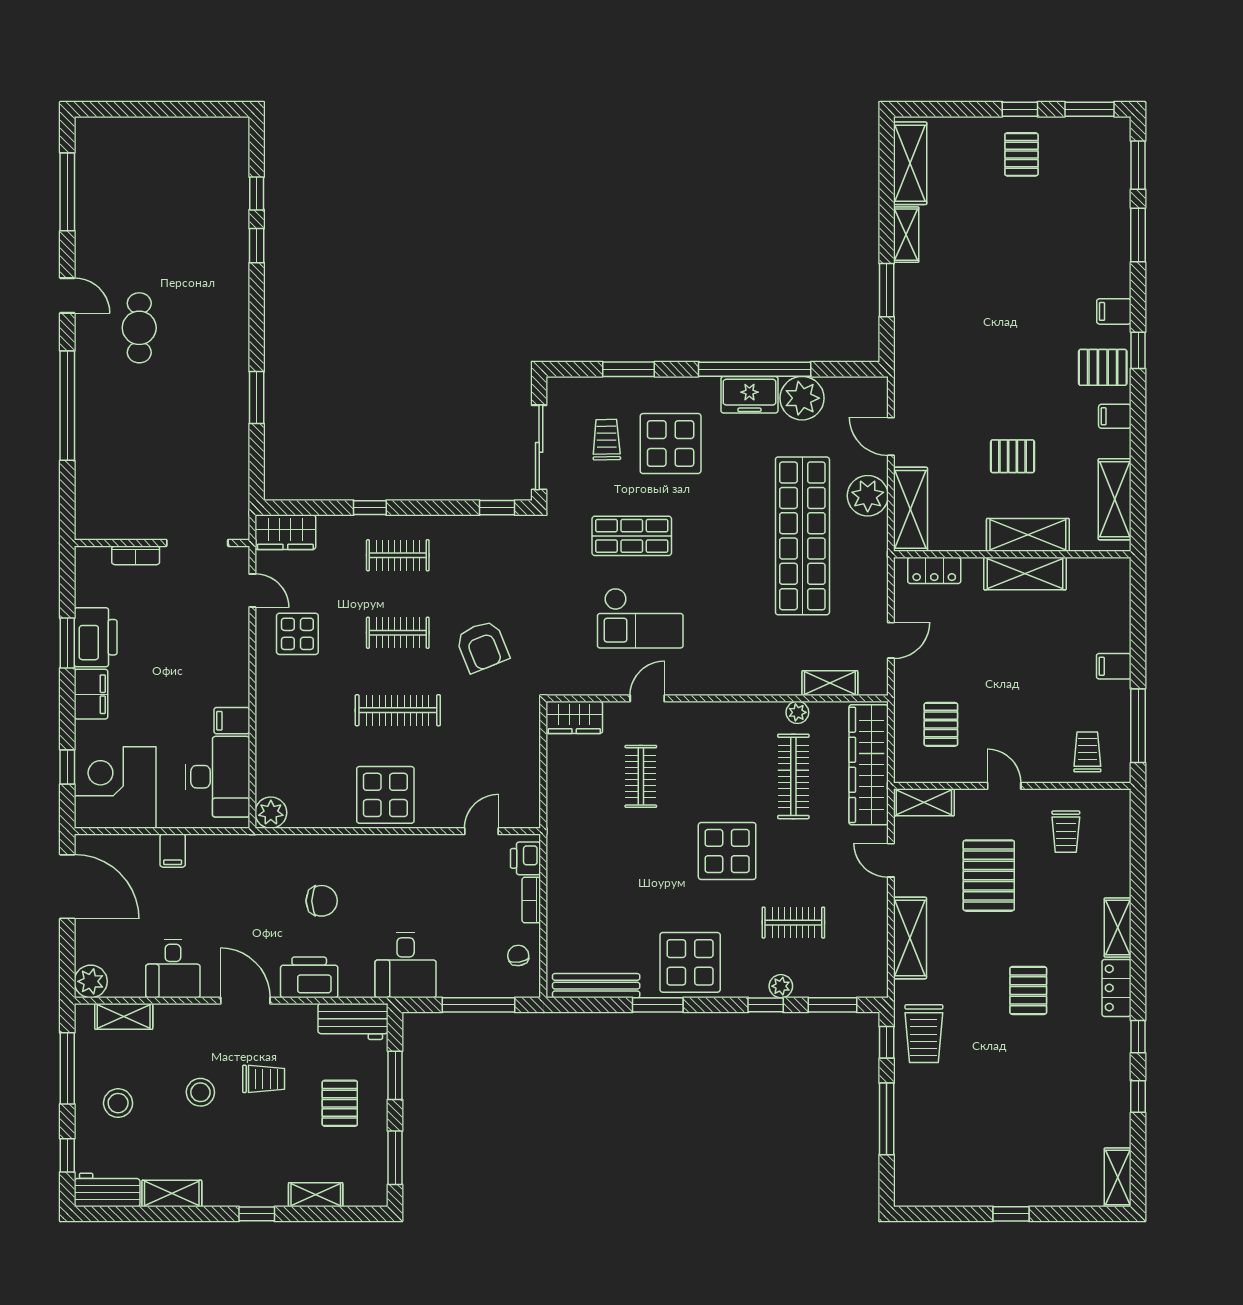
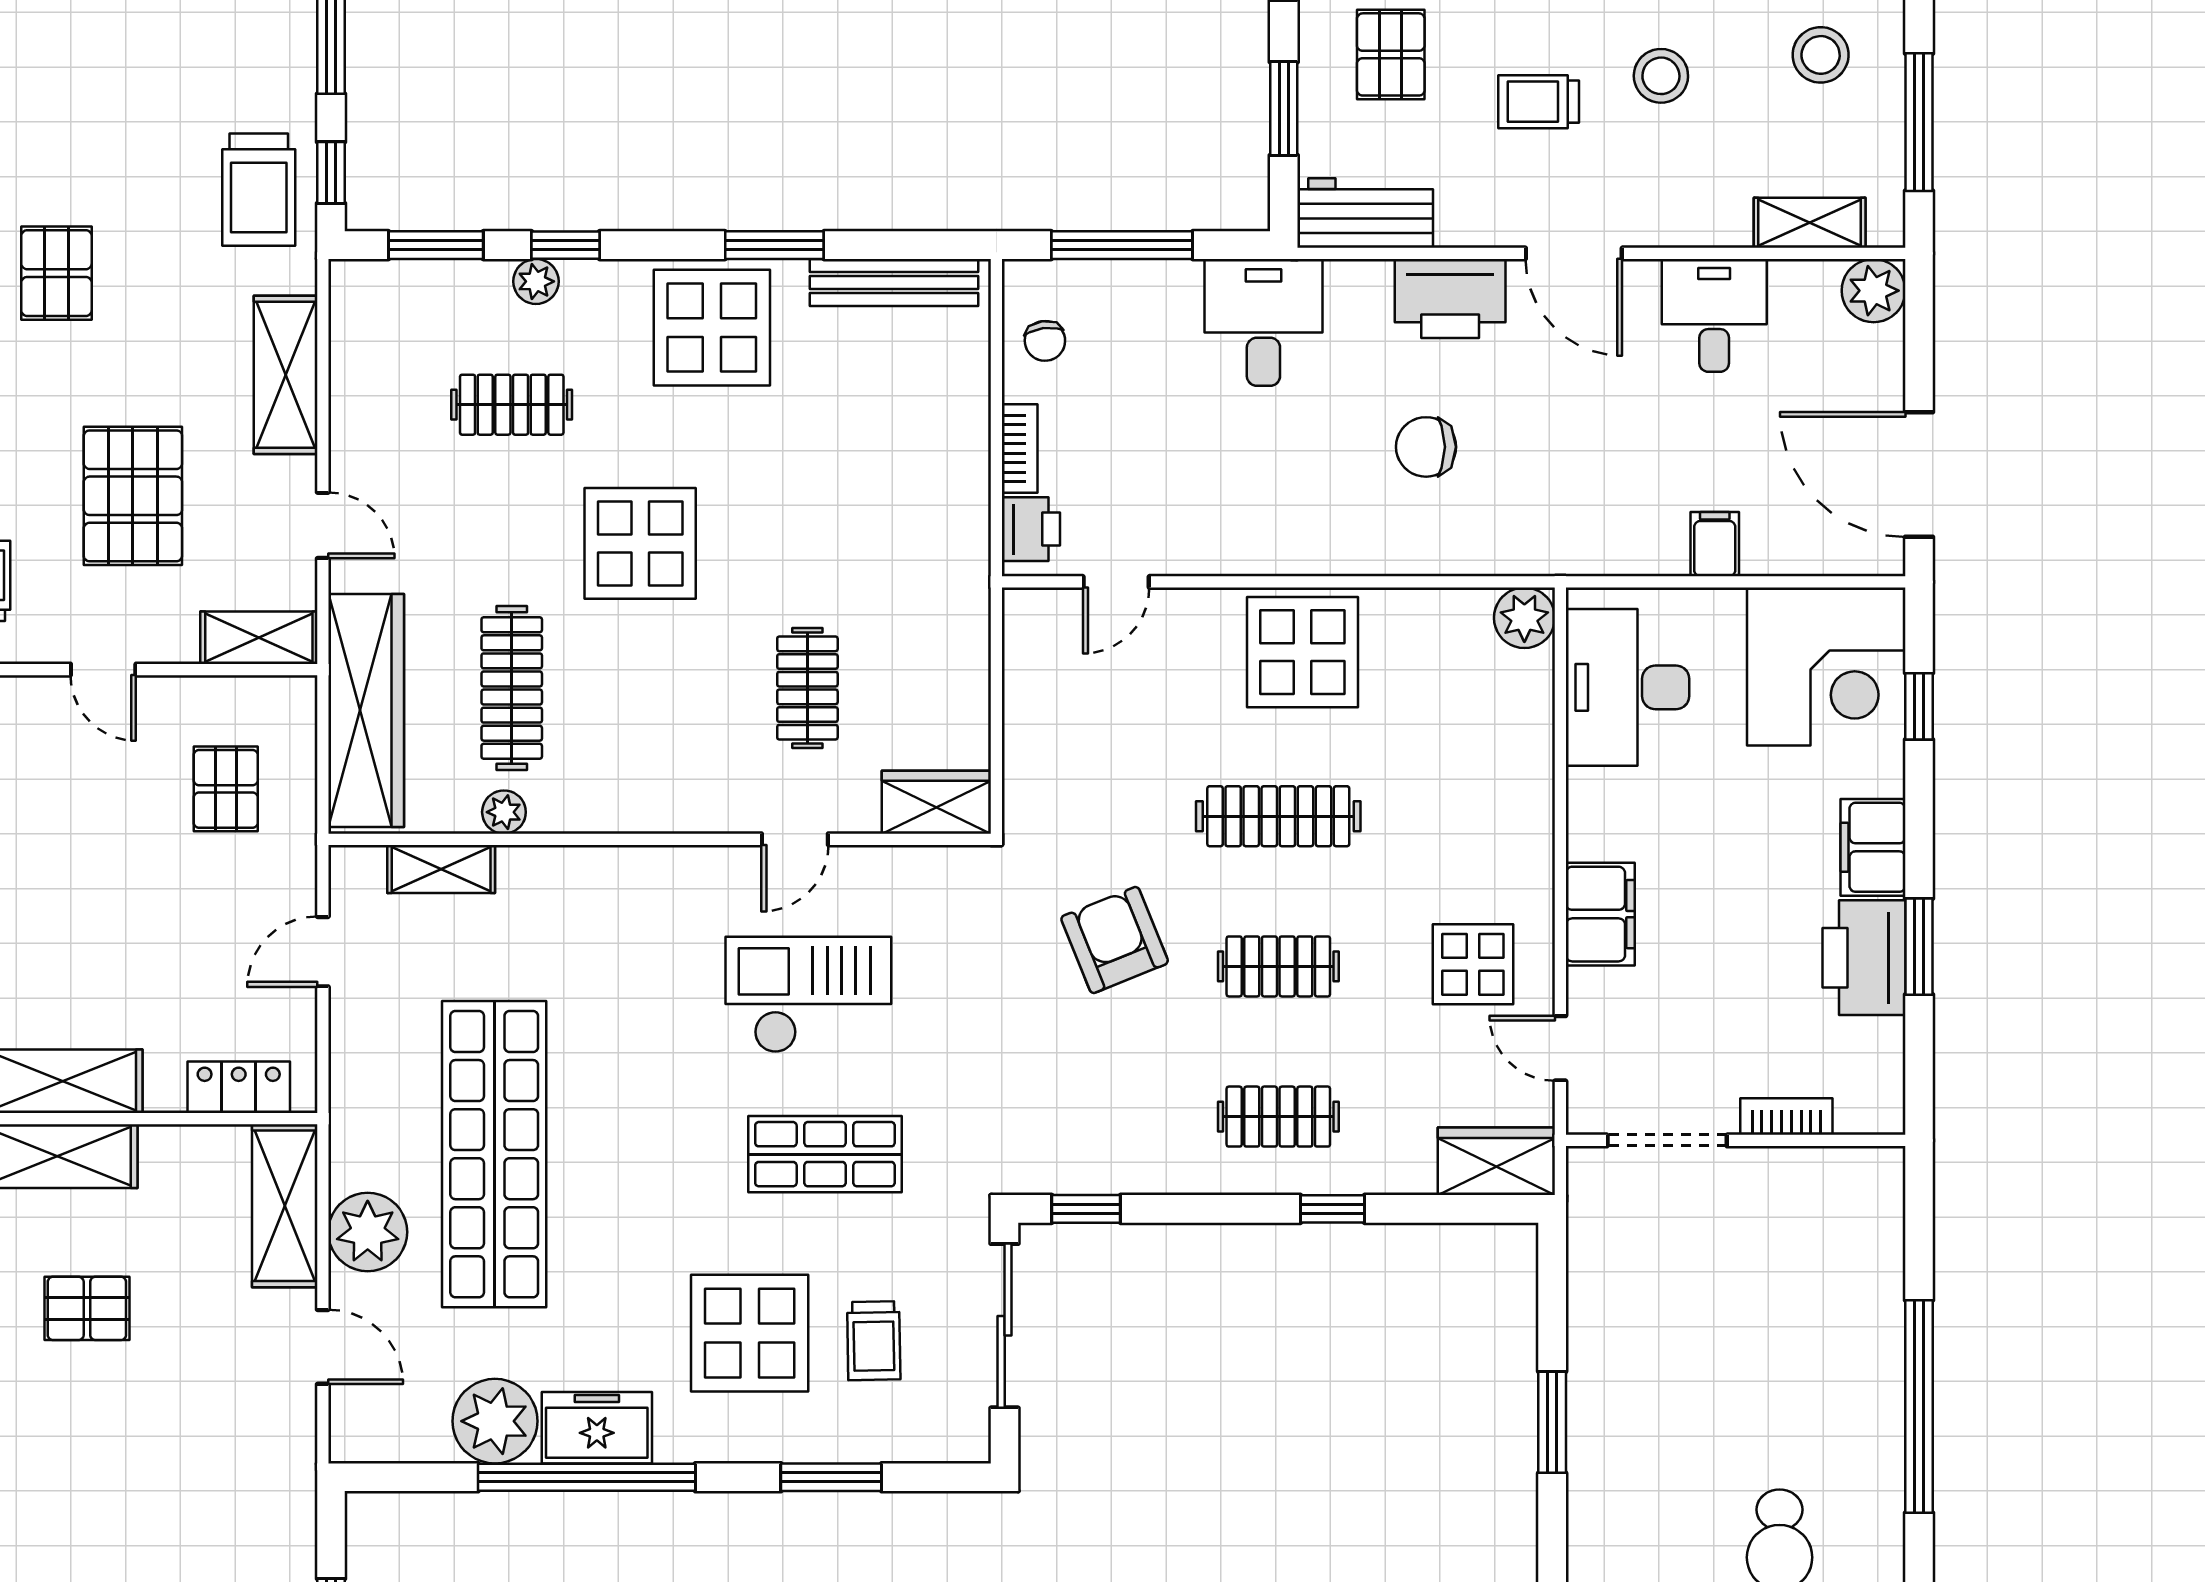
filing cabinet: (232, 721) -> (1600, 914), moved, width x2.00
trolley: (924, 1034) -> (259, 190), turned 180

